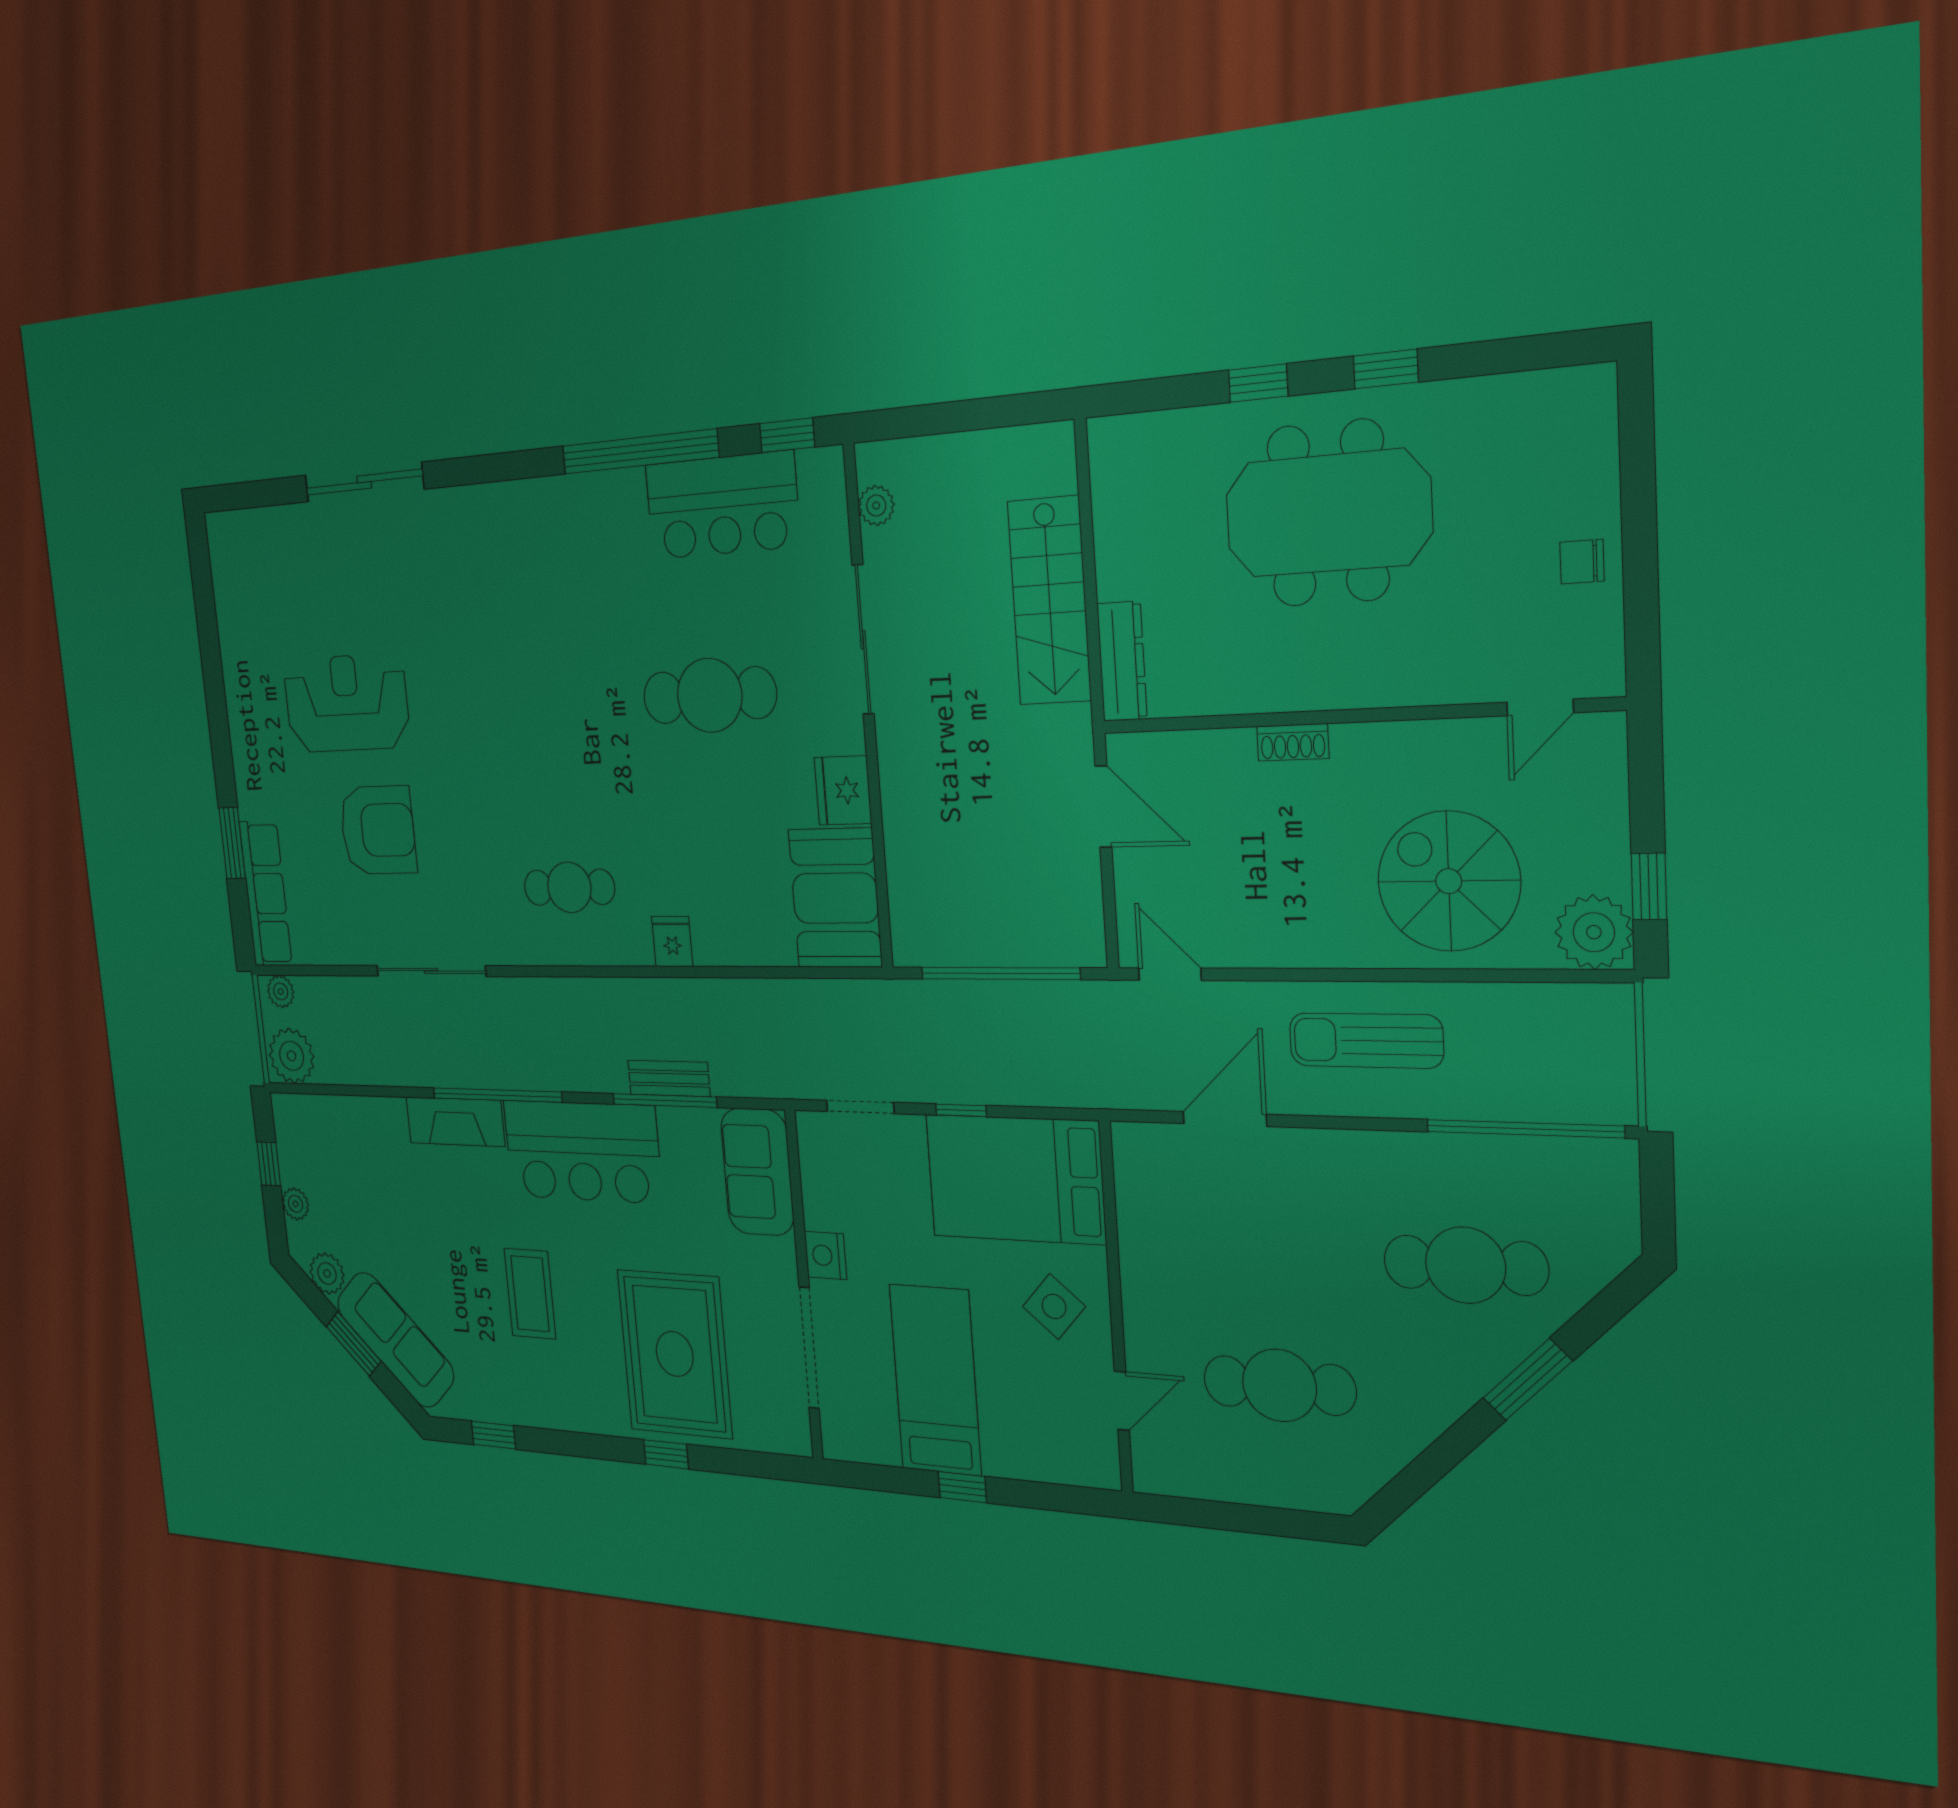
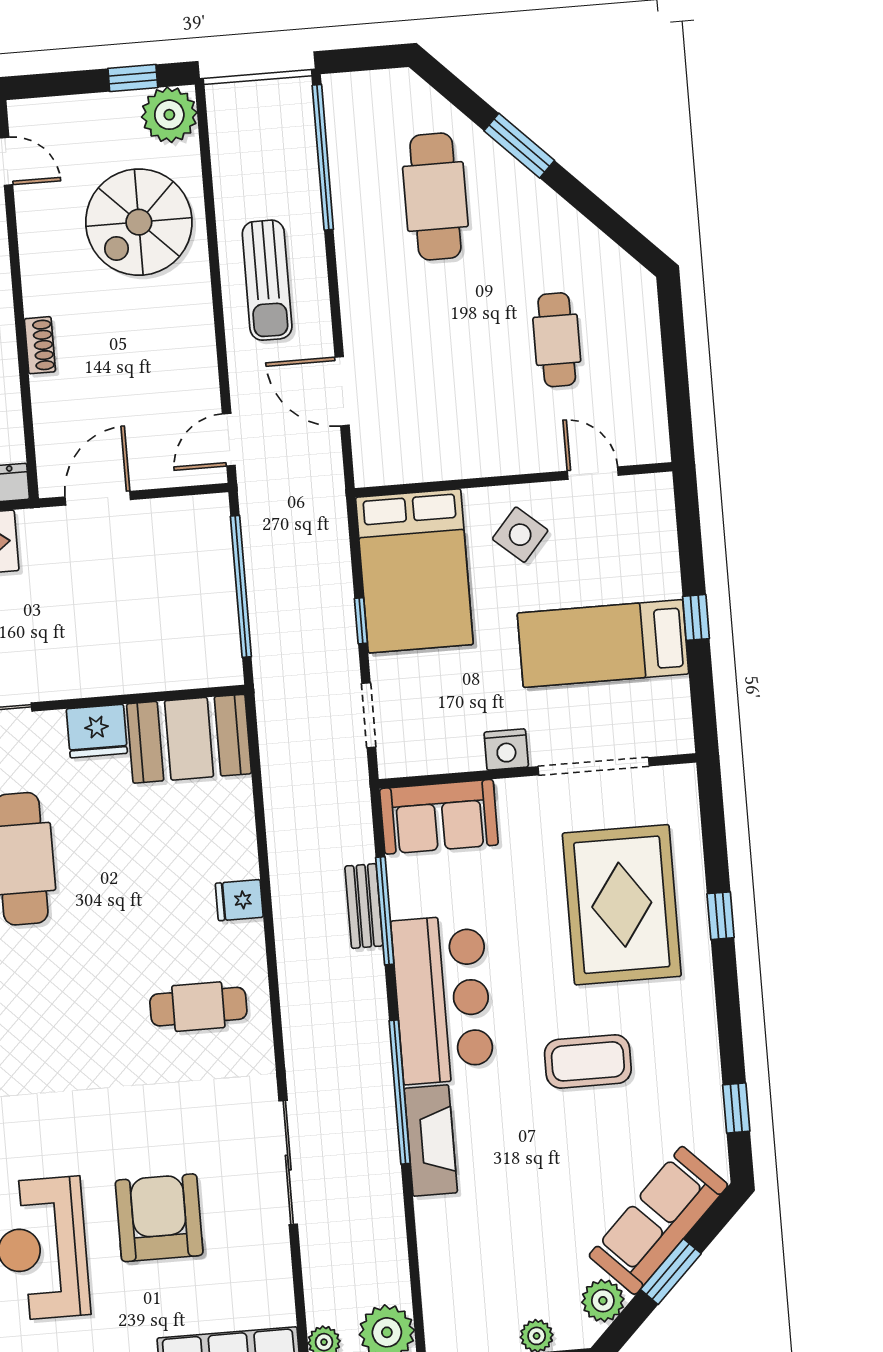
cafe table: (569, 887) -> (198, 1007), turned 90
rug: (675, 1354) -> (622, 905), turned 90
cafe table: (1279, 1385) -> (557, 340), width x0.73, depth x0.74

